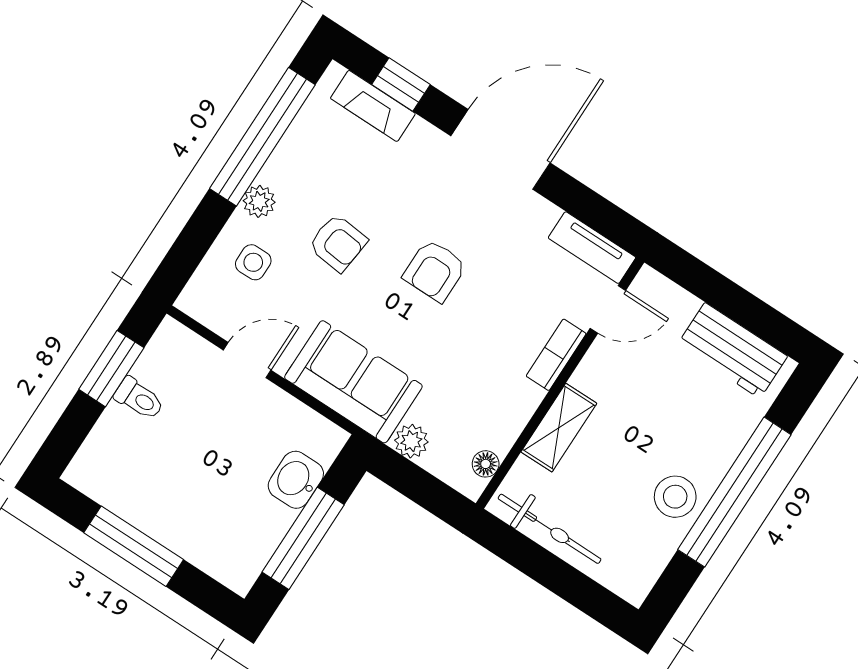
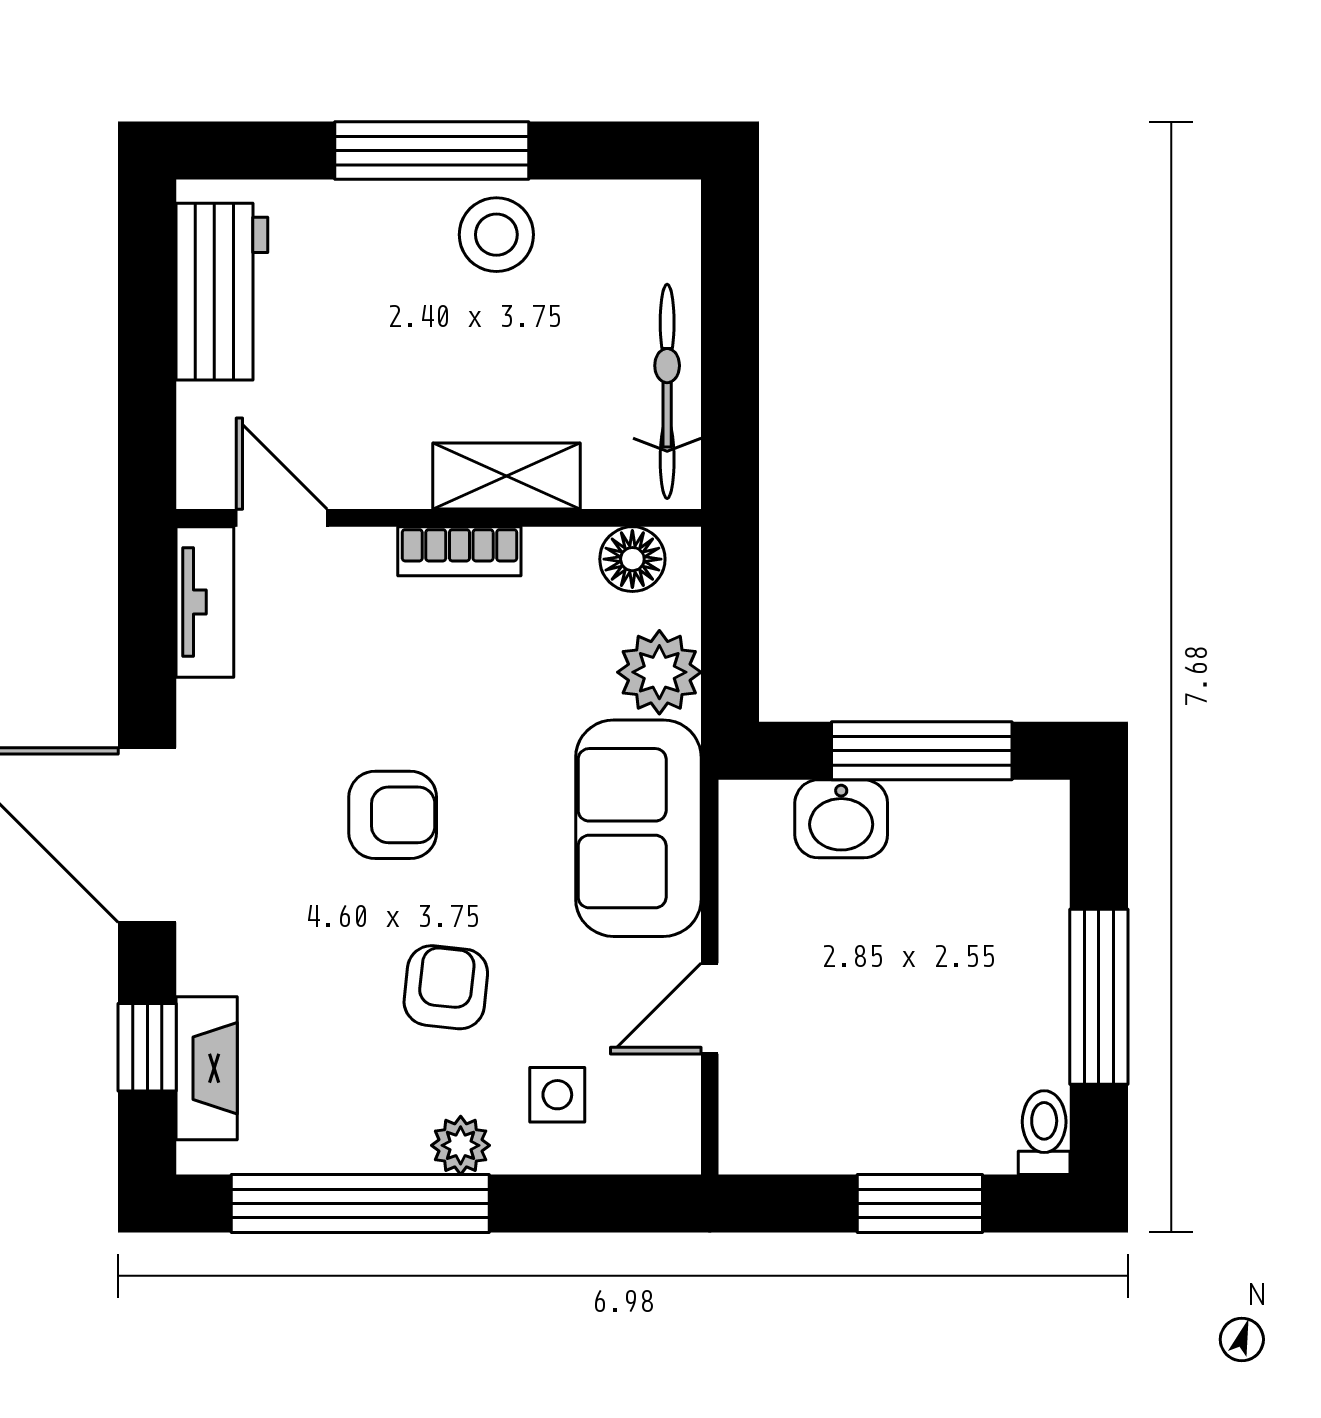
bookcase: (556, 355) -> (459, 551), moved
door: (247, 360) -> (710, 1008), hinge flipped
window: (111, 369) -> (920, 1203), moved
toilet: (139, 399) -> (1044, 1133), moved
plant: (411, 441) -> (659, 672), width x1.38, depth x1.38
floor lamp: (486, 464) -> (632, 559), width x1.37, depth x1.37
window: (734, 492) -> (432, 151), width x0.68

